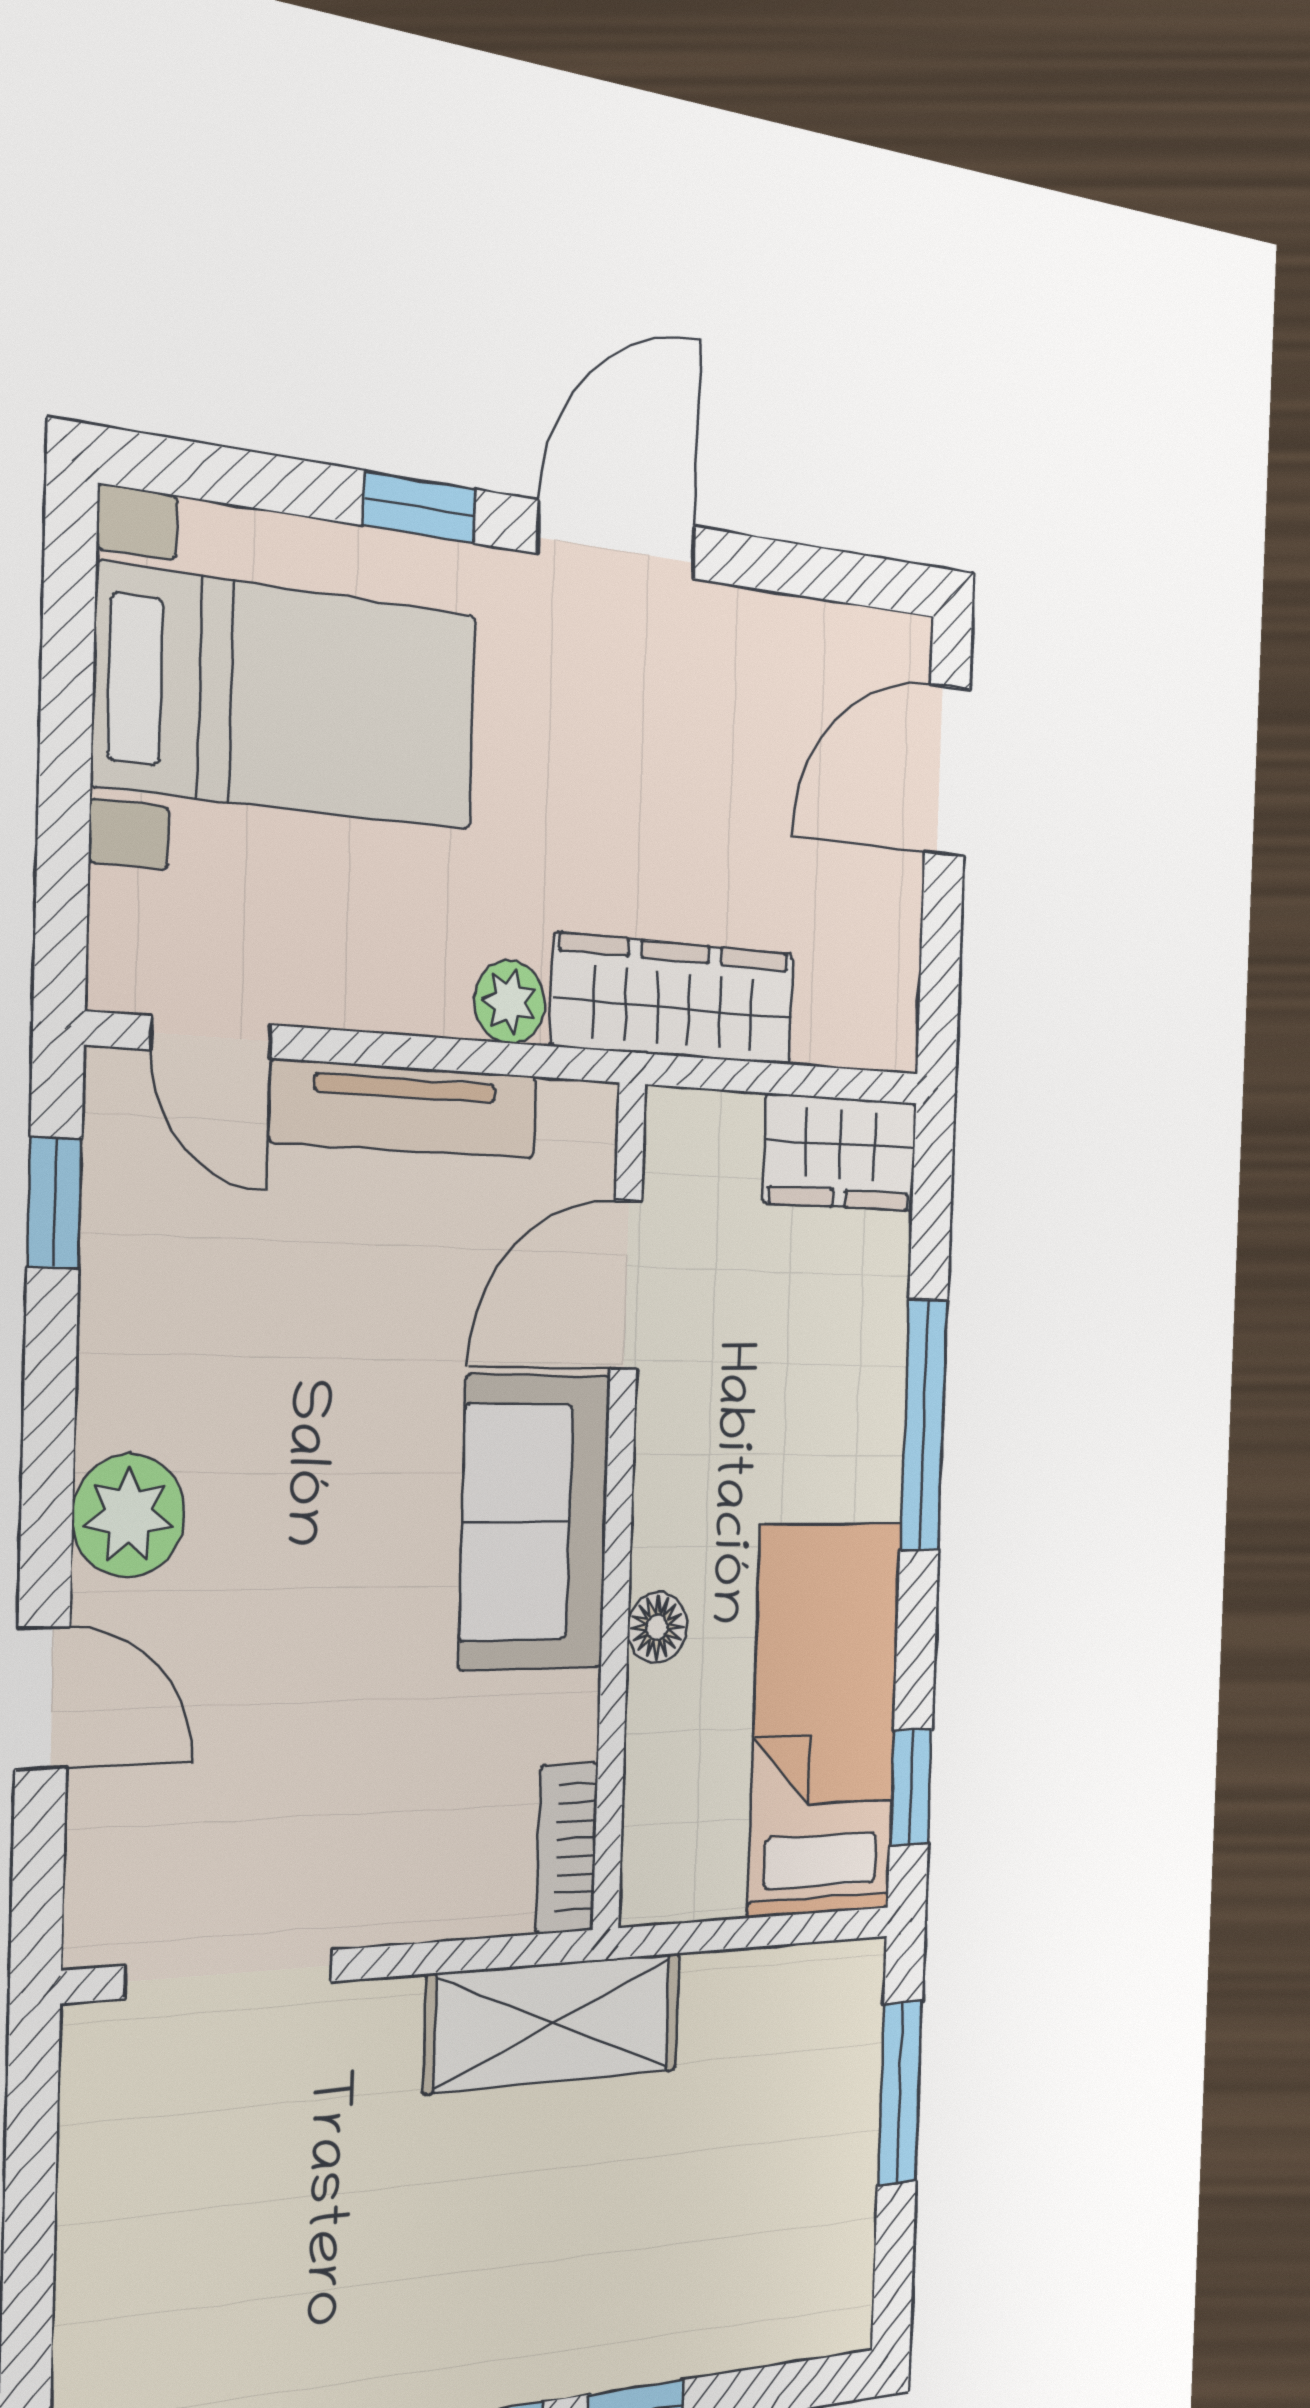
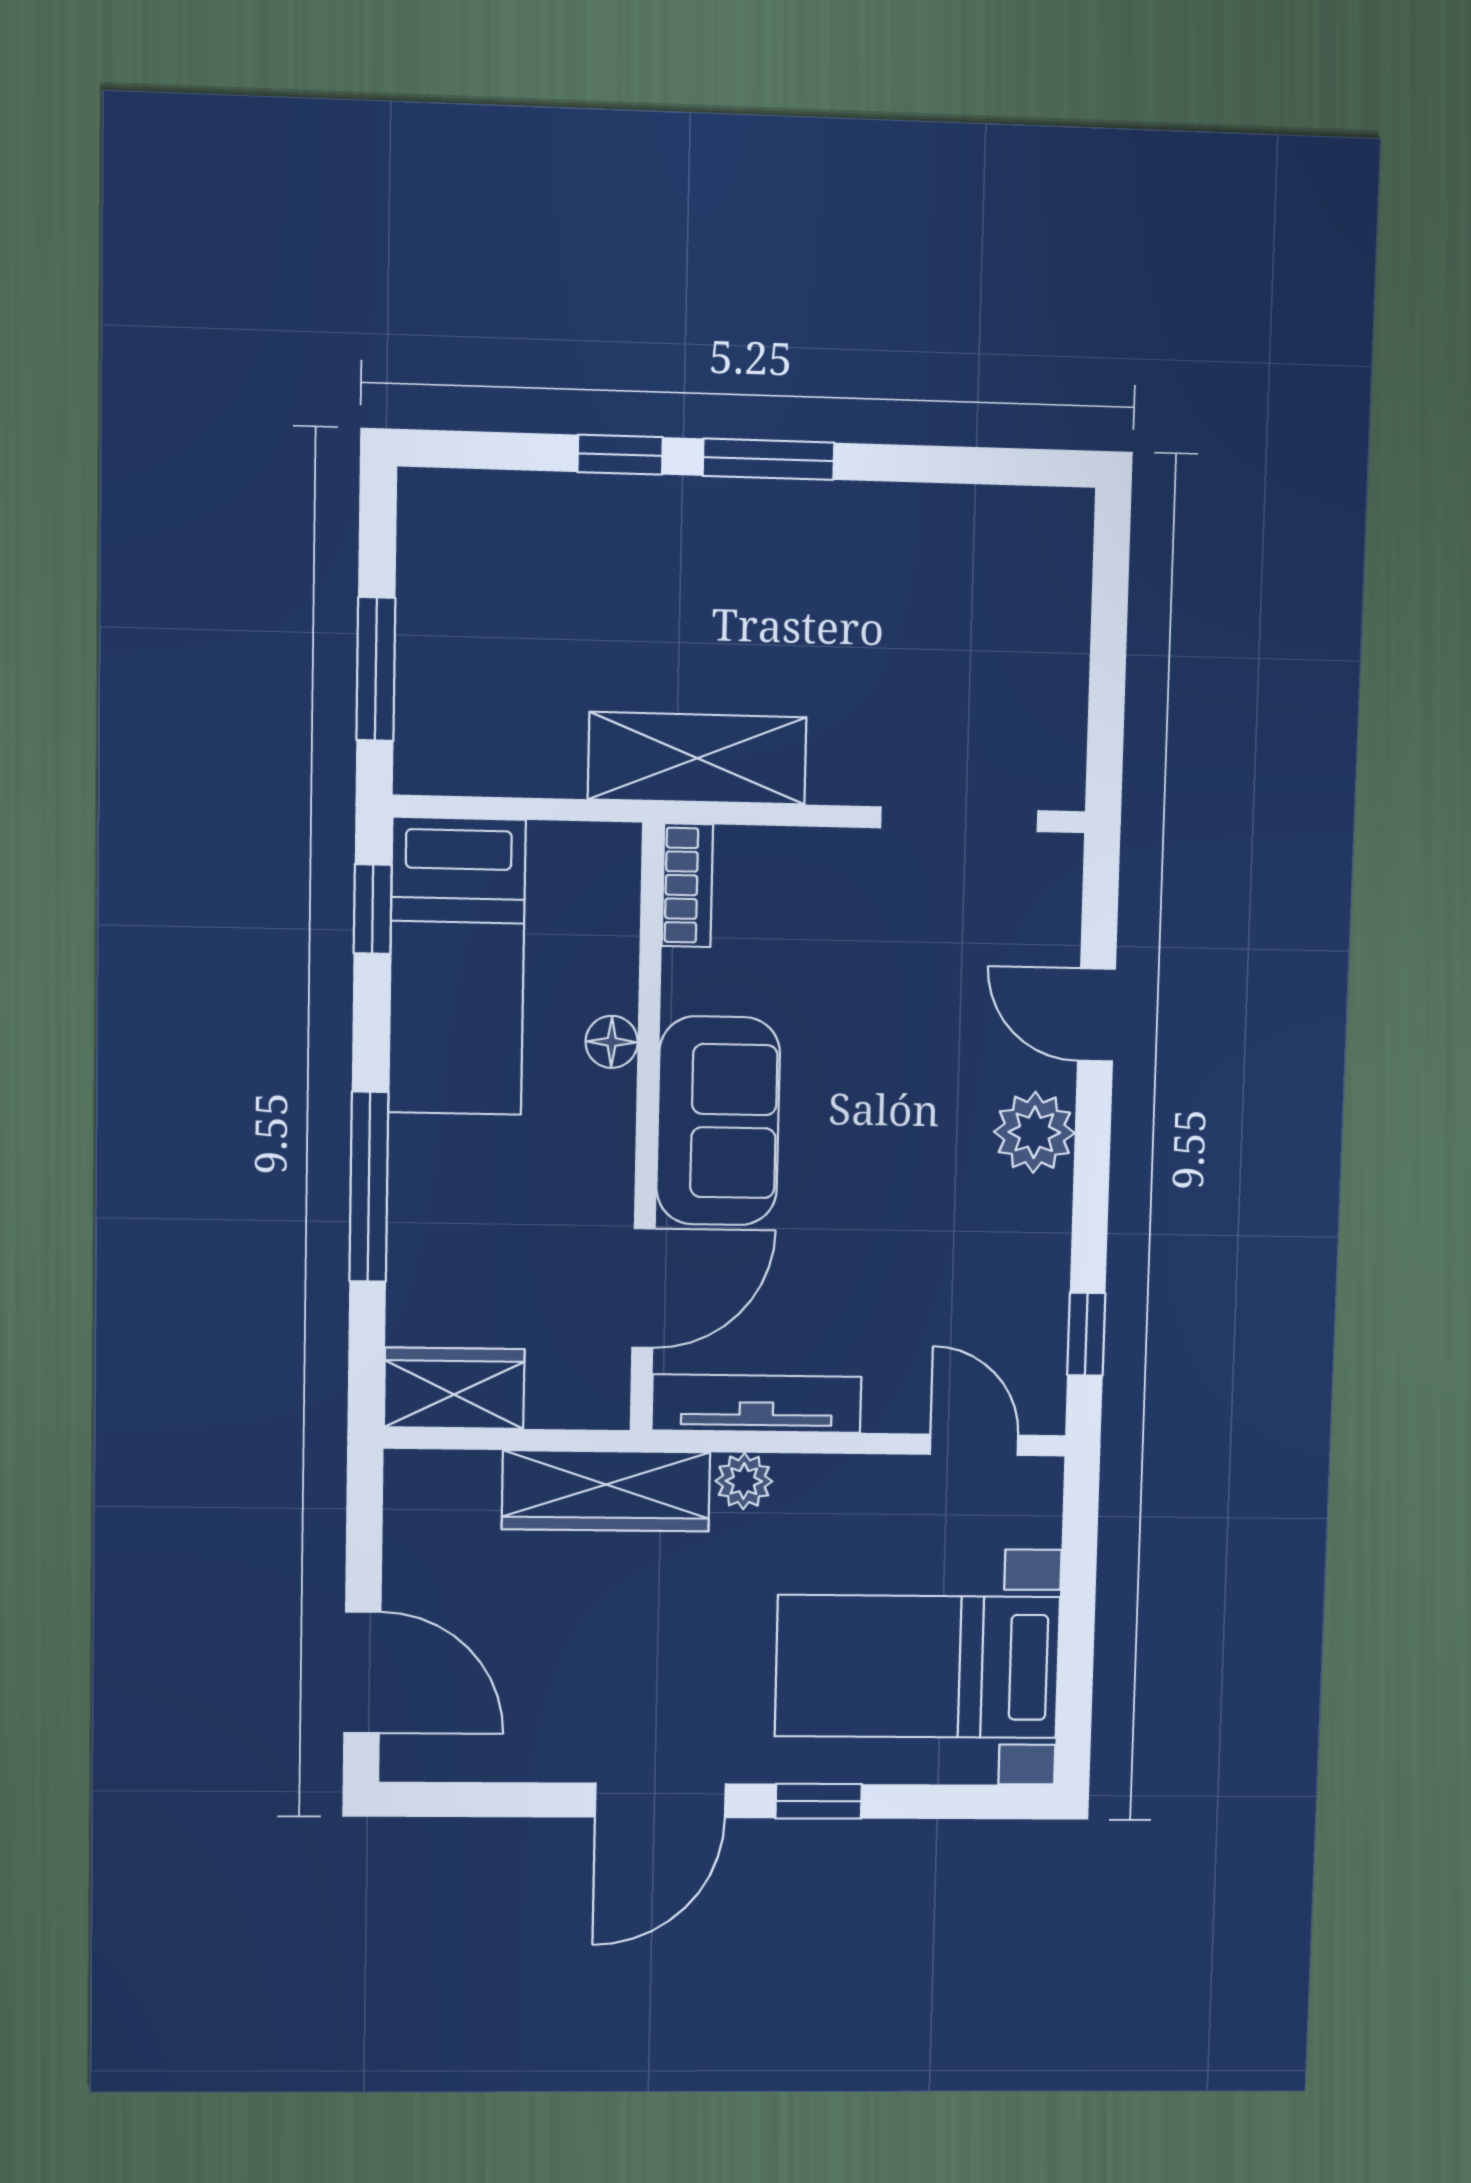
door: (947, 770) -> (362, 1672), hinge flipped
tv unit: (405, 1109) -> (757, 1404), moved

